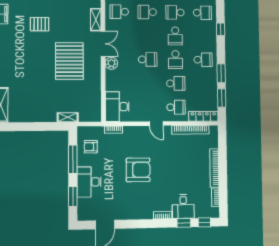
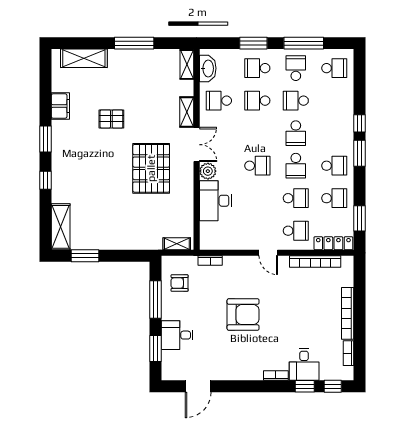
school desk: (202, 13) -> (334, 198), moved
window: (221, 73) -> (359, 153), moved
desk: (117, 107) -> (215, 201), moved
shelving: (68, 117) -> (177, 244), moved
window: (19, 127) -> (85, 256), added
desk: (89, 182) -> (177, 335), width x0.73

